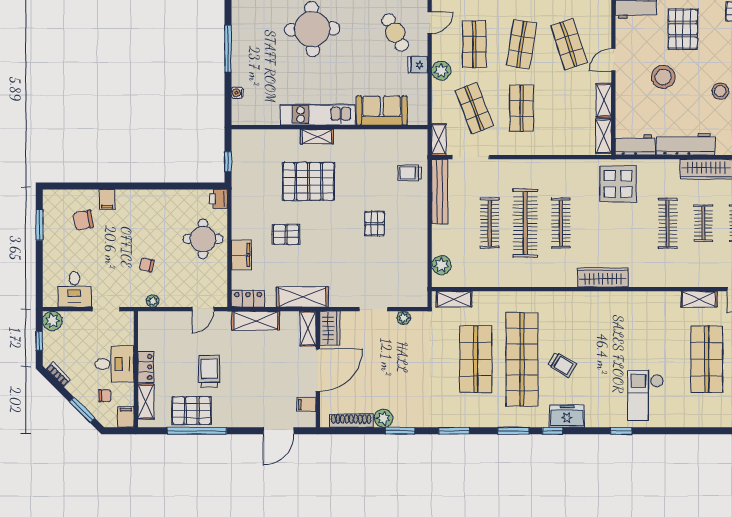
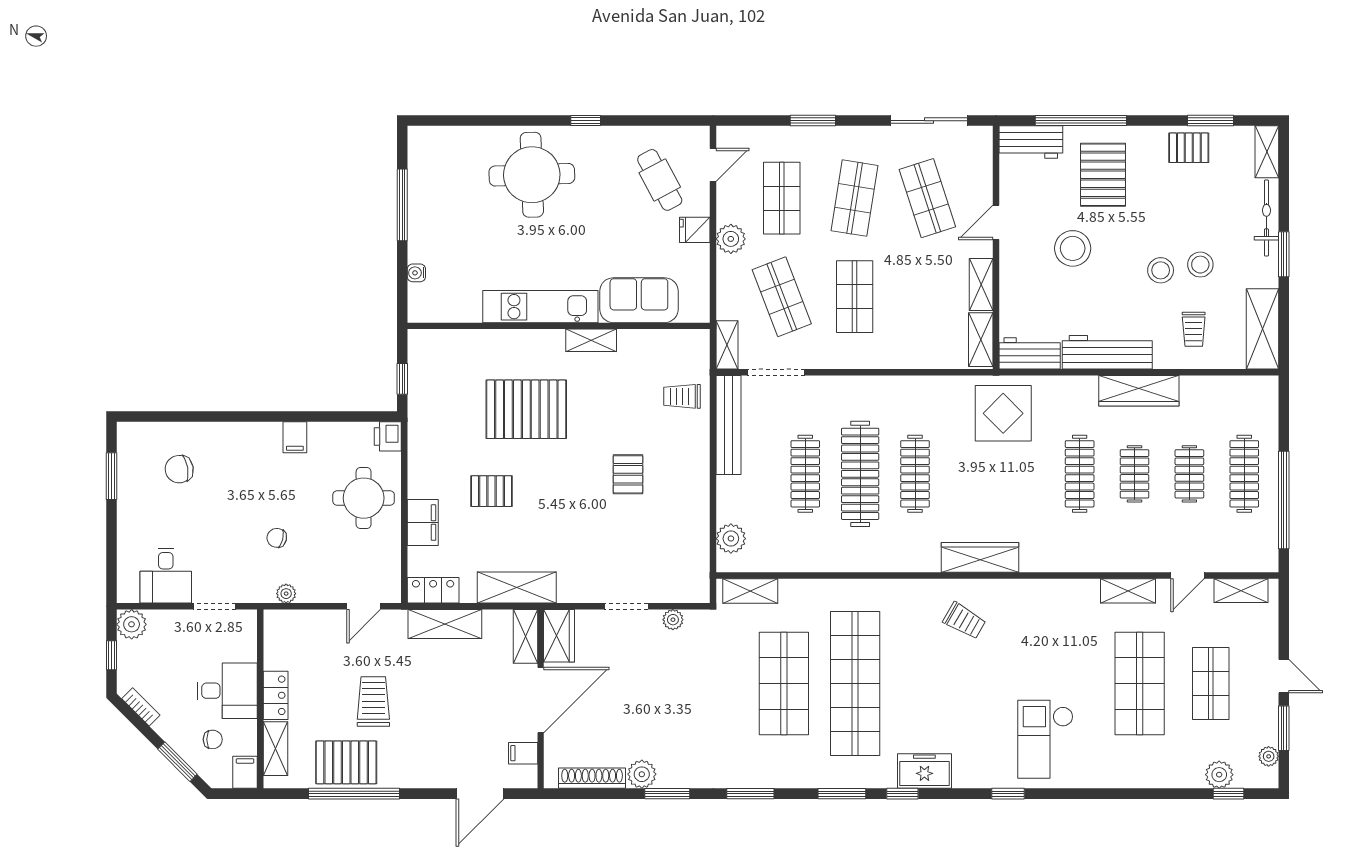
shelving: (317, 137) -> (591, 340), moved
filing cabinet: (107, 199) -> (295, 437), moved
trolley: (562, 365) -> (964, 621), moved

